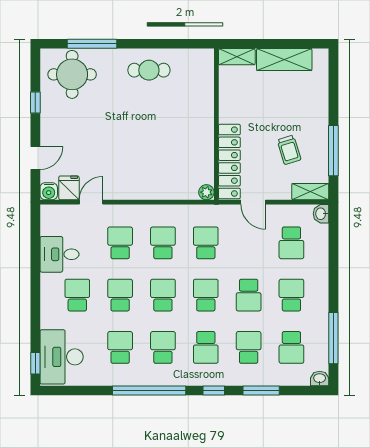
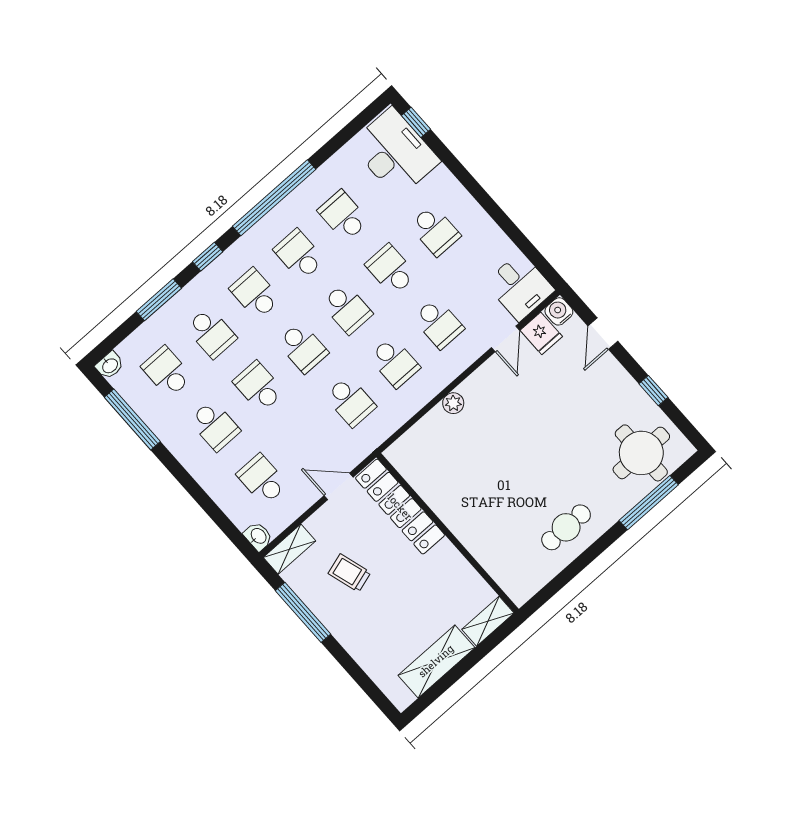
plant: (206, 192) -> (453, 403), moved
desk: (59, 254) -> (520, 287), moved, turned 90
school desk: (120, 295) -> (391, 270), turned 180
school desk: (120, 347) -> (343, 216), turned 180
school desk: (163, 347) -> (299, 255), turned 180

